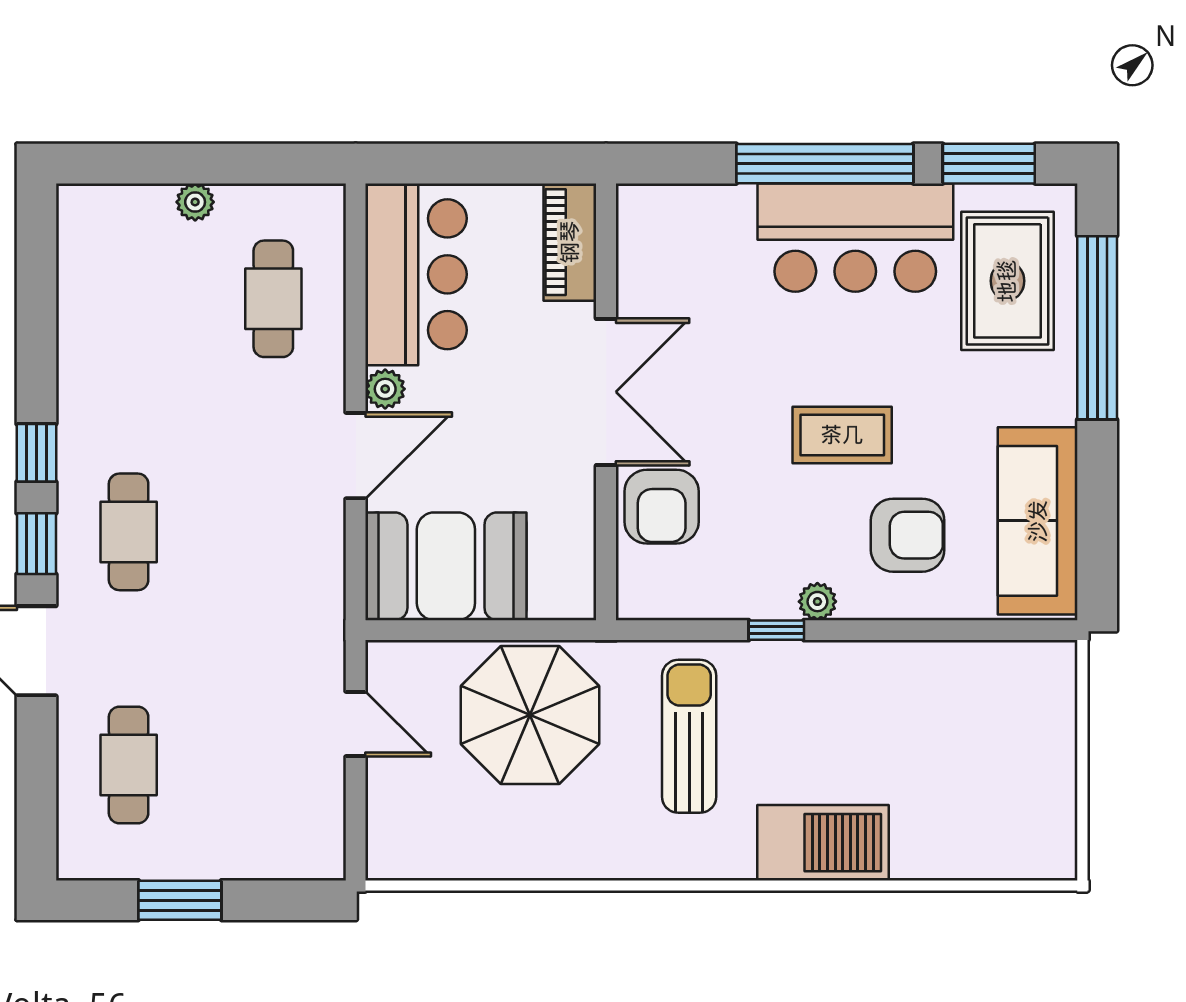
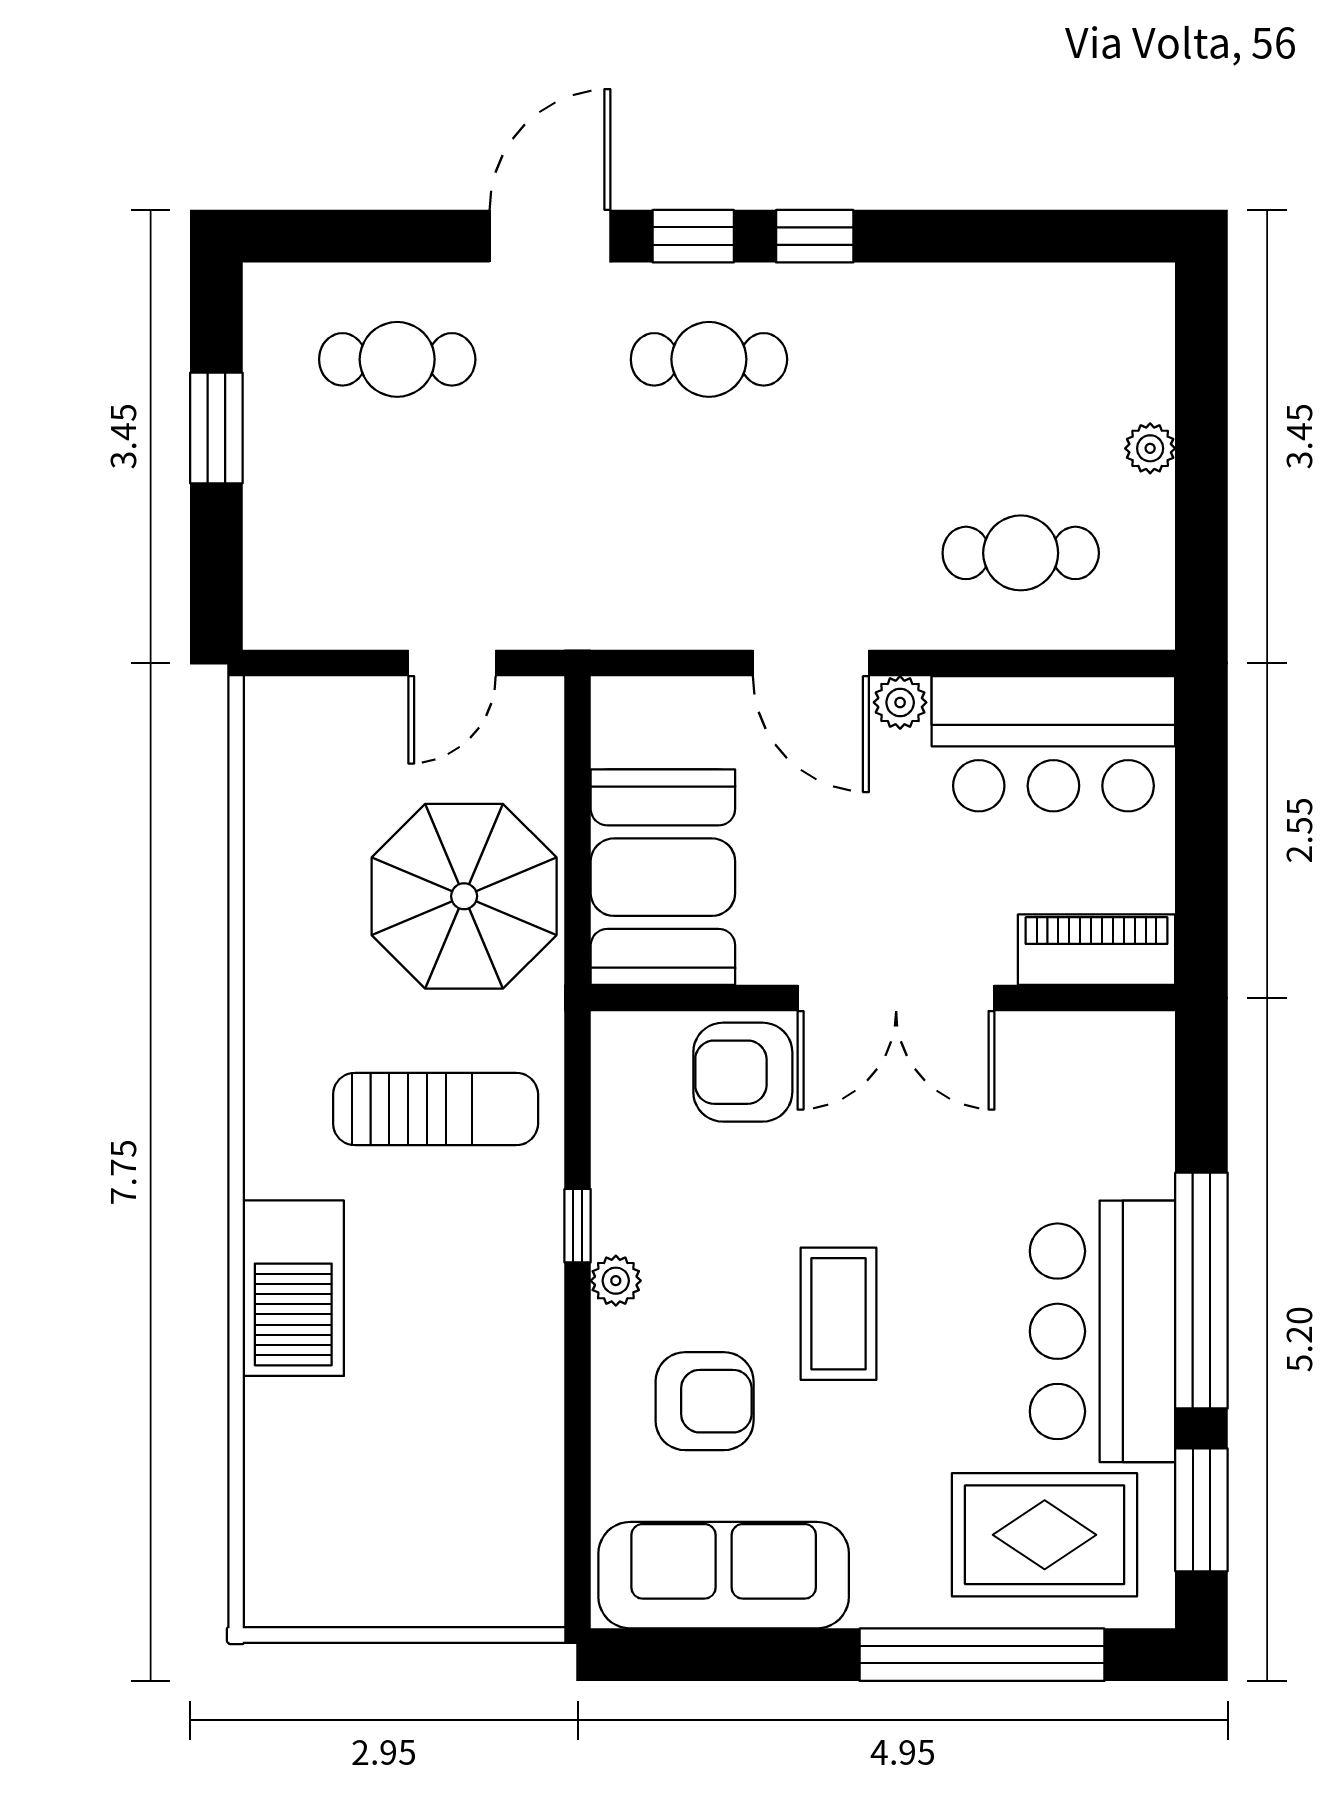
armchair: (908, 535) -> (705, 1401), turned -90
booth: (446, 566) -> (663, 877), moved

